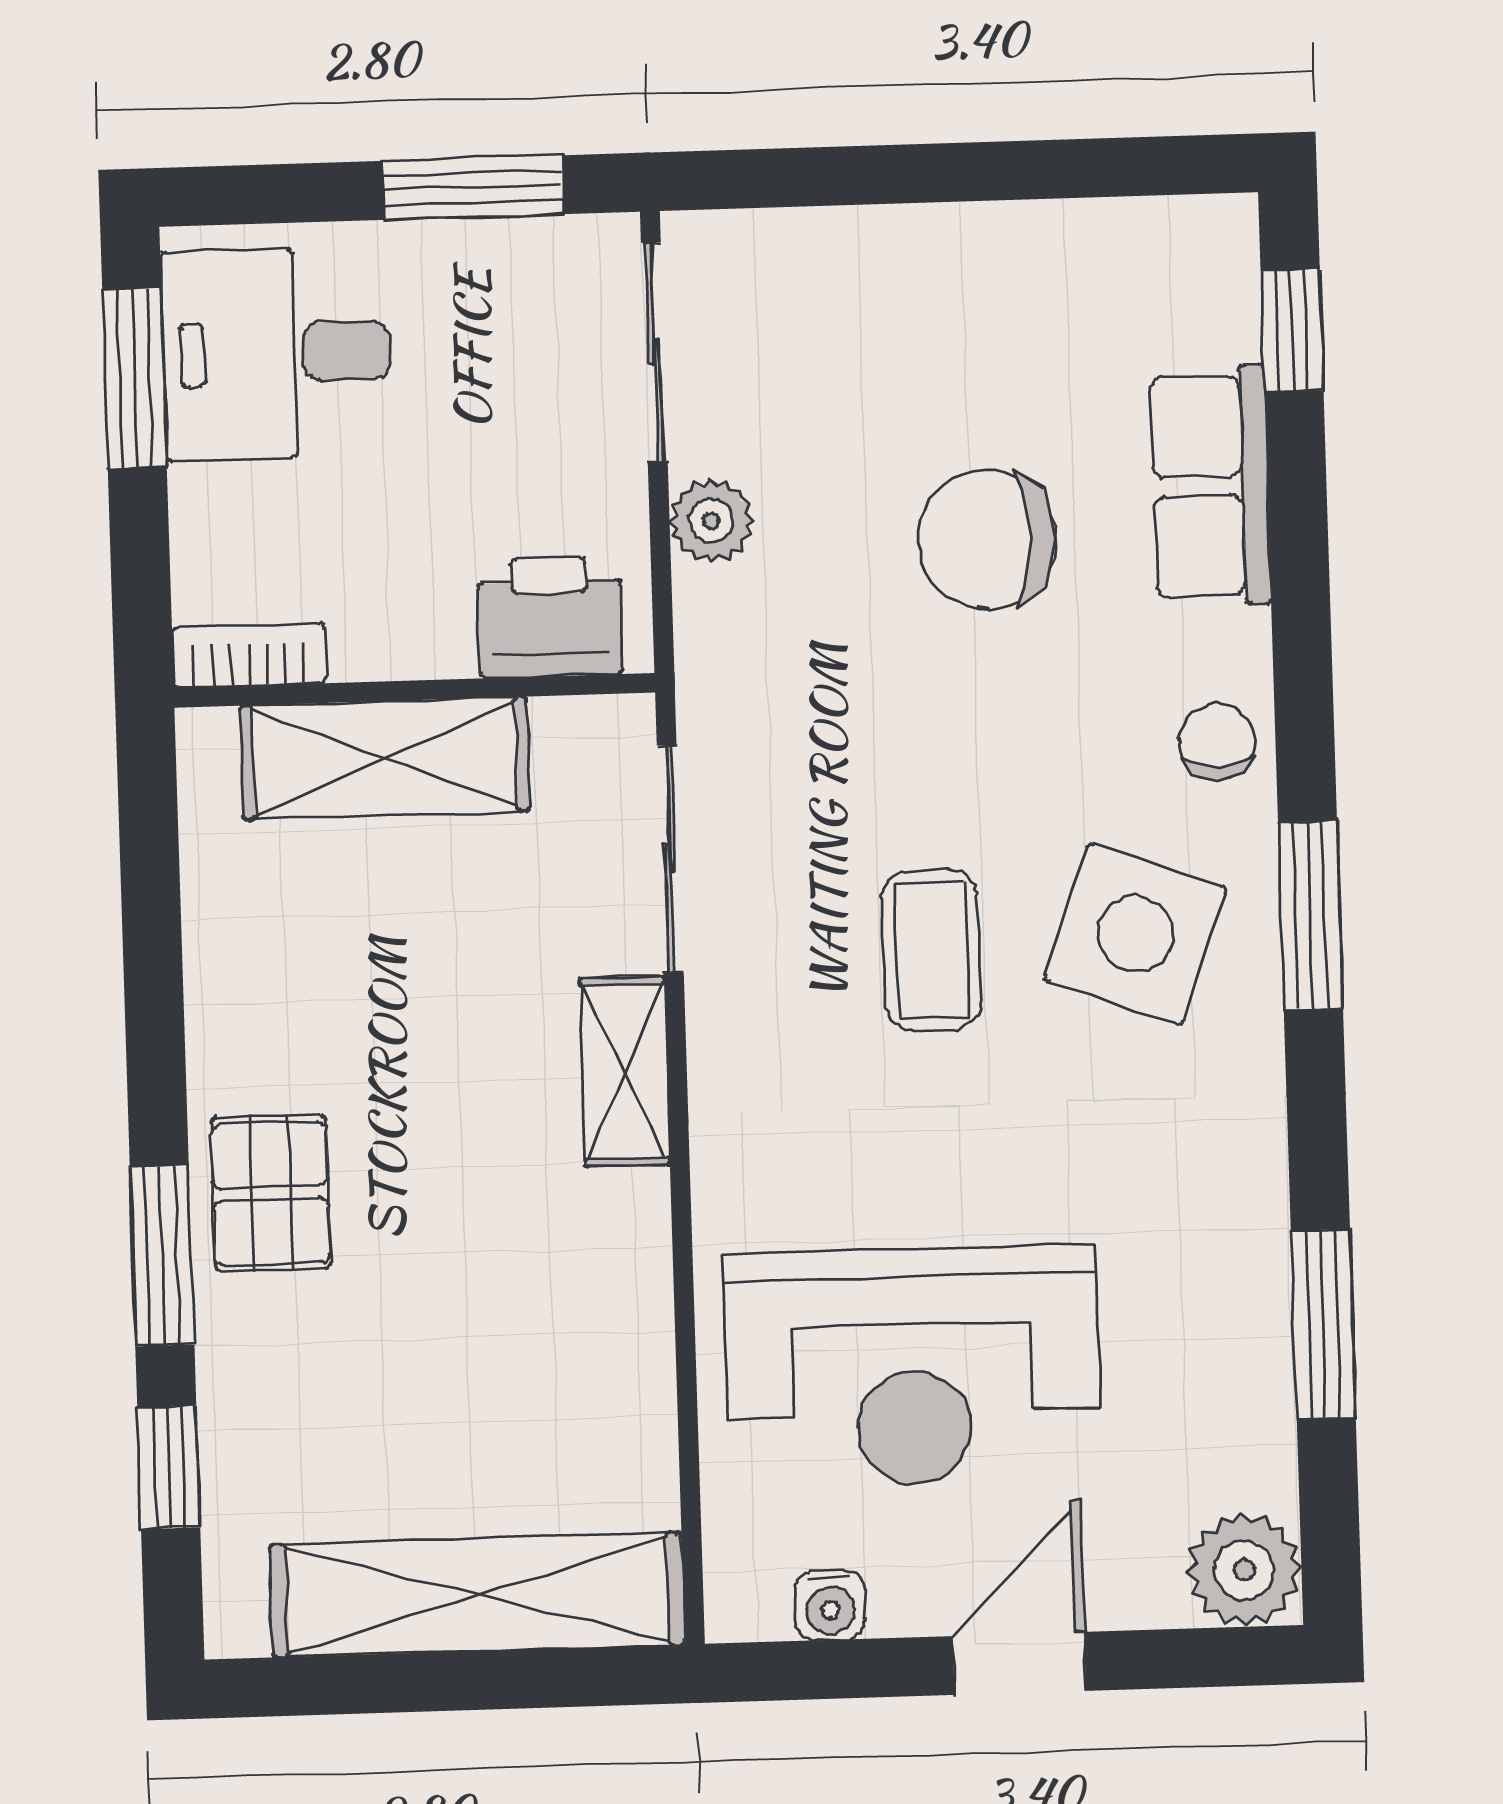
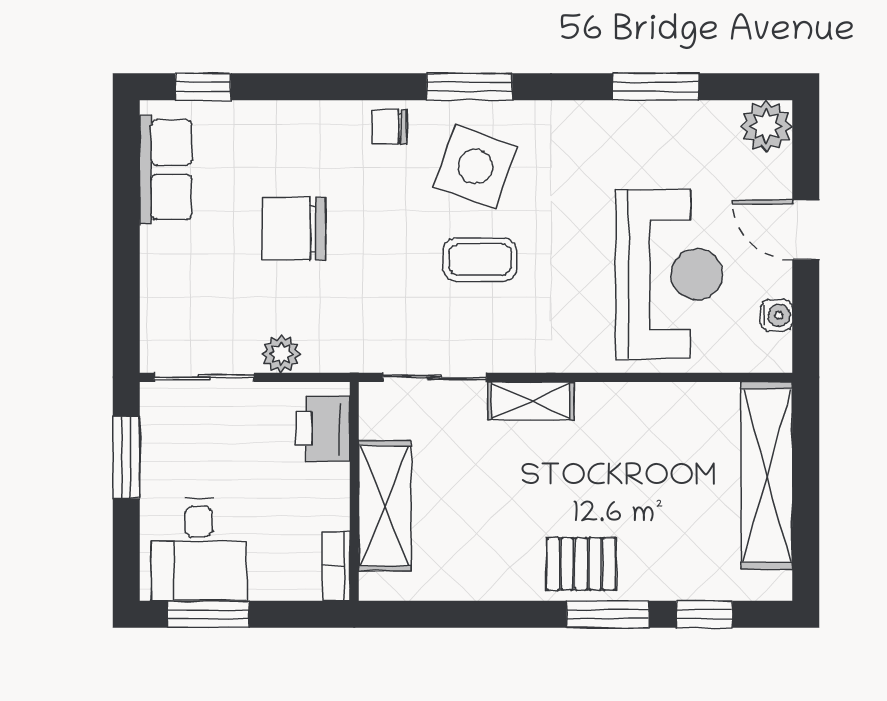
row of seats: (1210, 486) -> (166, 170), moved, turned -90
chair: (987, 540) -> (294, 229), turned 90

